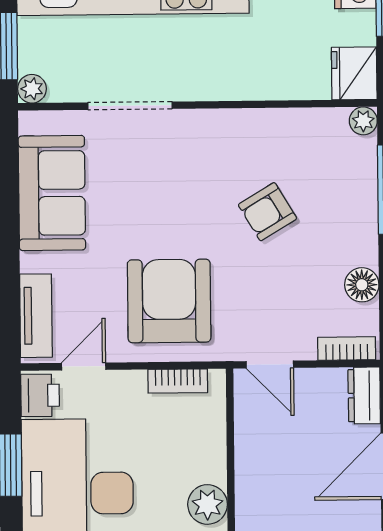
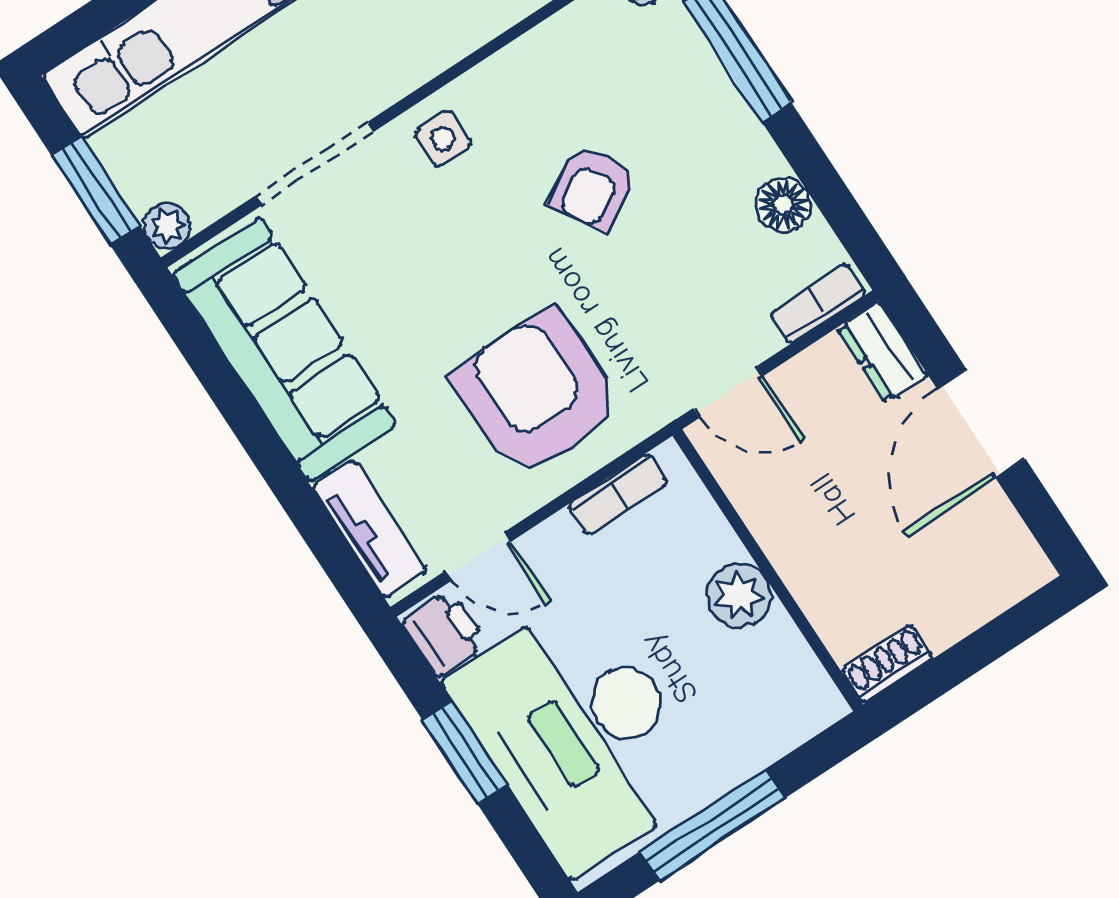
side table: (206, 136) -> (443, 138), added
sofa: (52, 193) -> (285, 349), width x1.36
door: (84, 366) -> (478, 556), swing flipped
plant: (208, 504) -> (739, 595), moved

